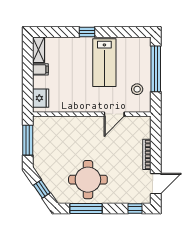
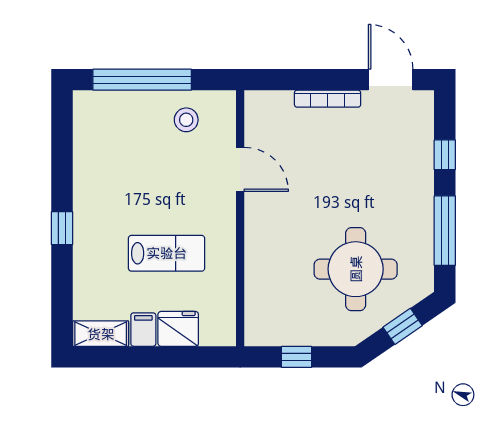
lab bench: (104, 63) -> (167, 253), moved, width x0.73, depth x0.72
fridge: (41, 98) -> (178, 329), moved
window: (28, 140) -> (296, 357), width x0.46
round table: (88, 180) -> (356, 269), moved
window: (135, 209) -> (445, 155), moved

